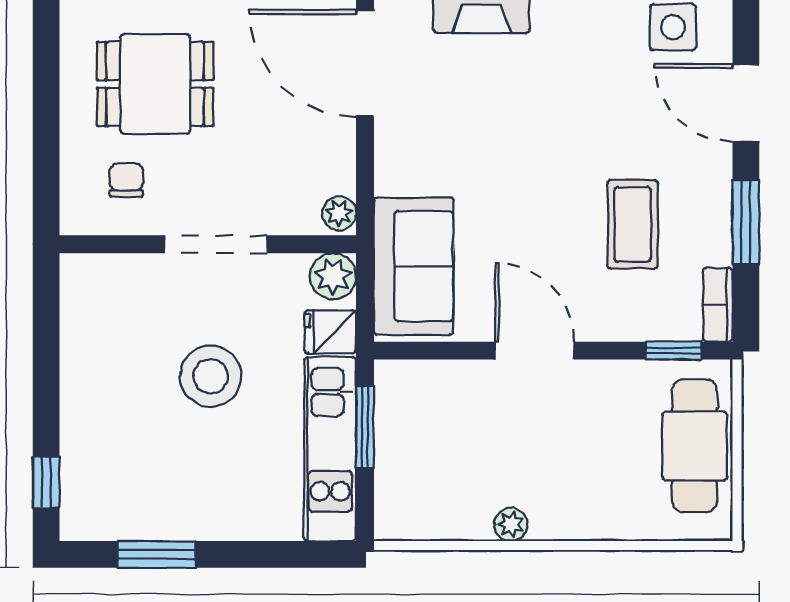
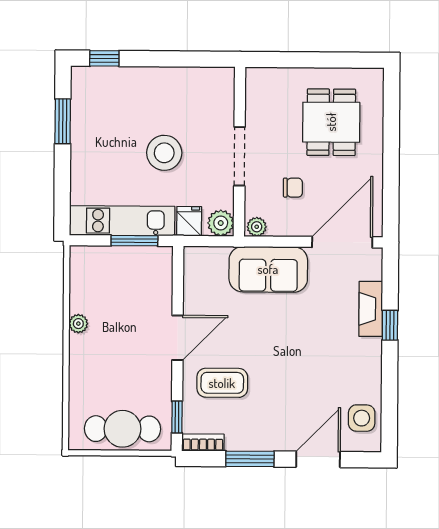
chair: (126, 180) -> (293, 188), moved
coffee table: (633, 224) -> (222, 383), moved
sofa: (414, 266) -> (268, 269), moved

